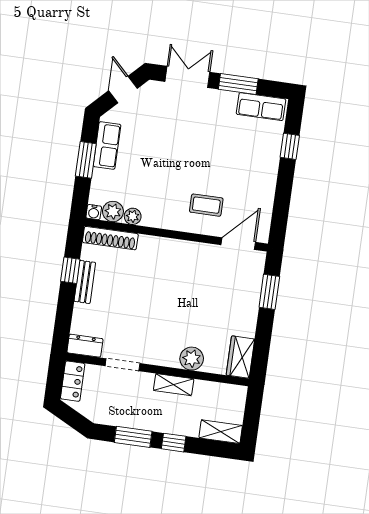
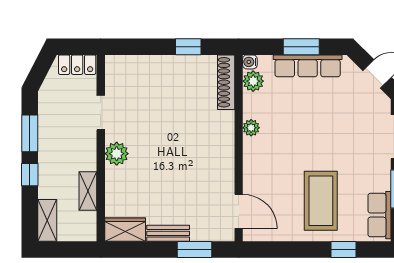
row of seats: (107, 145) -> (308, 66), width x1.48
coffee table: (206, 205) -> (321, 201), moved, width x1.86, depth x1.72
plant: (133, 216) -> (251, 128), moved
bench: (85, 282) -> (168, 233), moved
dresser: (85, 346) -> (114, 72), removed
plant: (192, 359) -> (117, 154), moved
shelving: (174, 385) -> (88, 191), moved

